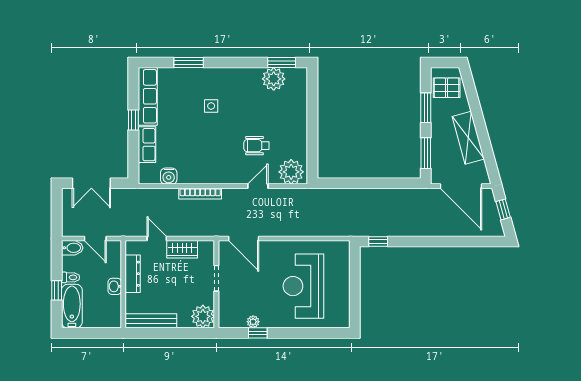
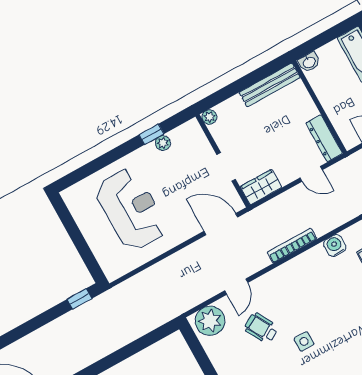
side table: (211, 106) -> (304, 341), moved
wheelchair: (257, 146) -> (261, 328), turned -119
wardrobe: (182, 249) -> (261, 187), moved
dresser: (133, 274) -> (324, 138), moved
washbasin: (115, 286) -> (309, 62), moved, turned 90
plant: (203, 316) -> (209, 117), width x0.53, depth x0.53

